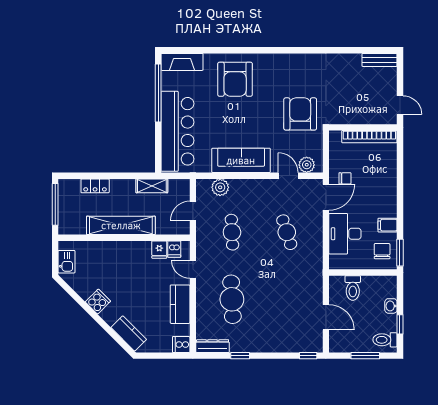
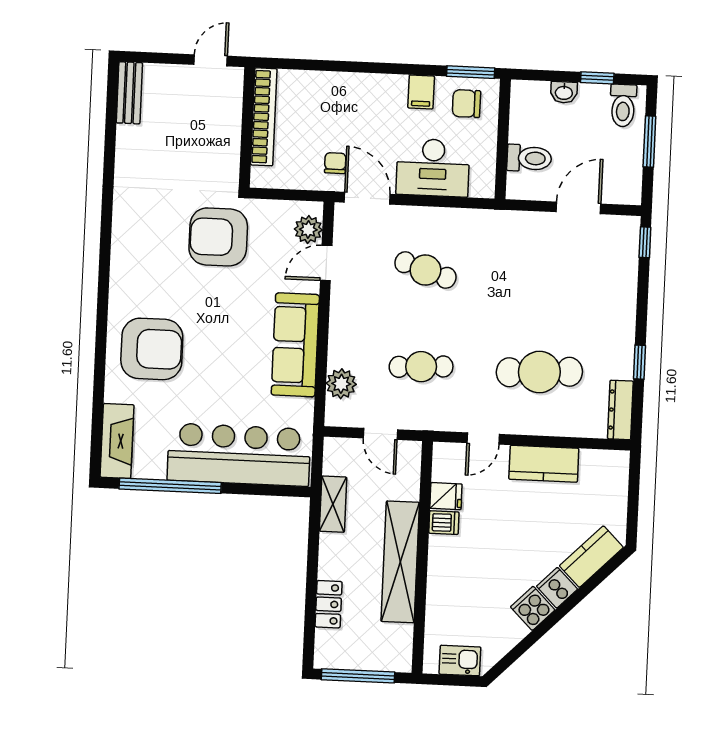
cafe table: (287, 232) -> (425, 270), turned 36
dishwasher: (174, 249) -> (444, 523), moved
cooker: (181, 345) -> (557, 588), moved, turned 135

